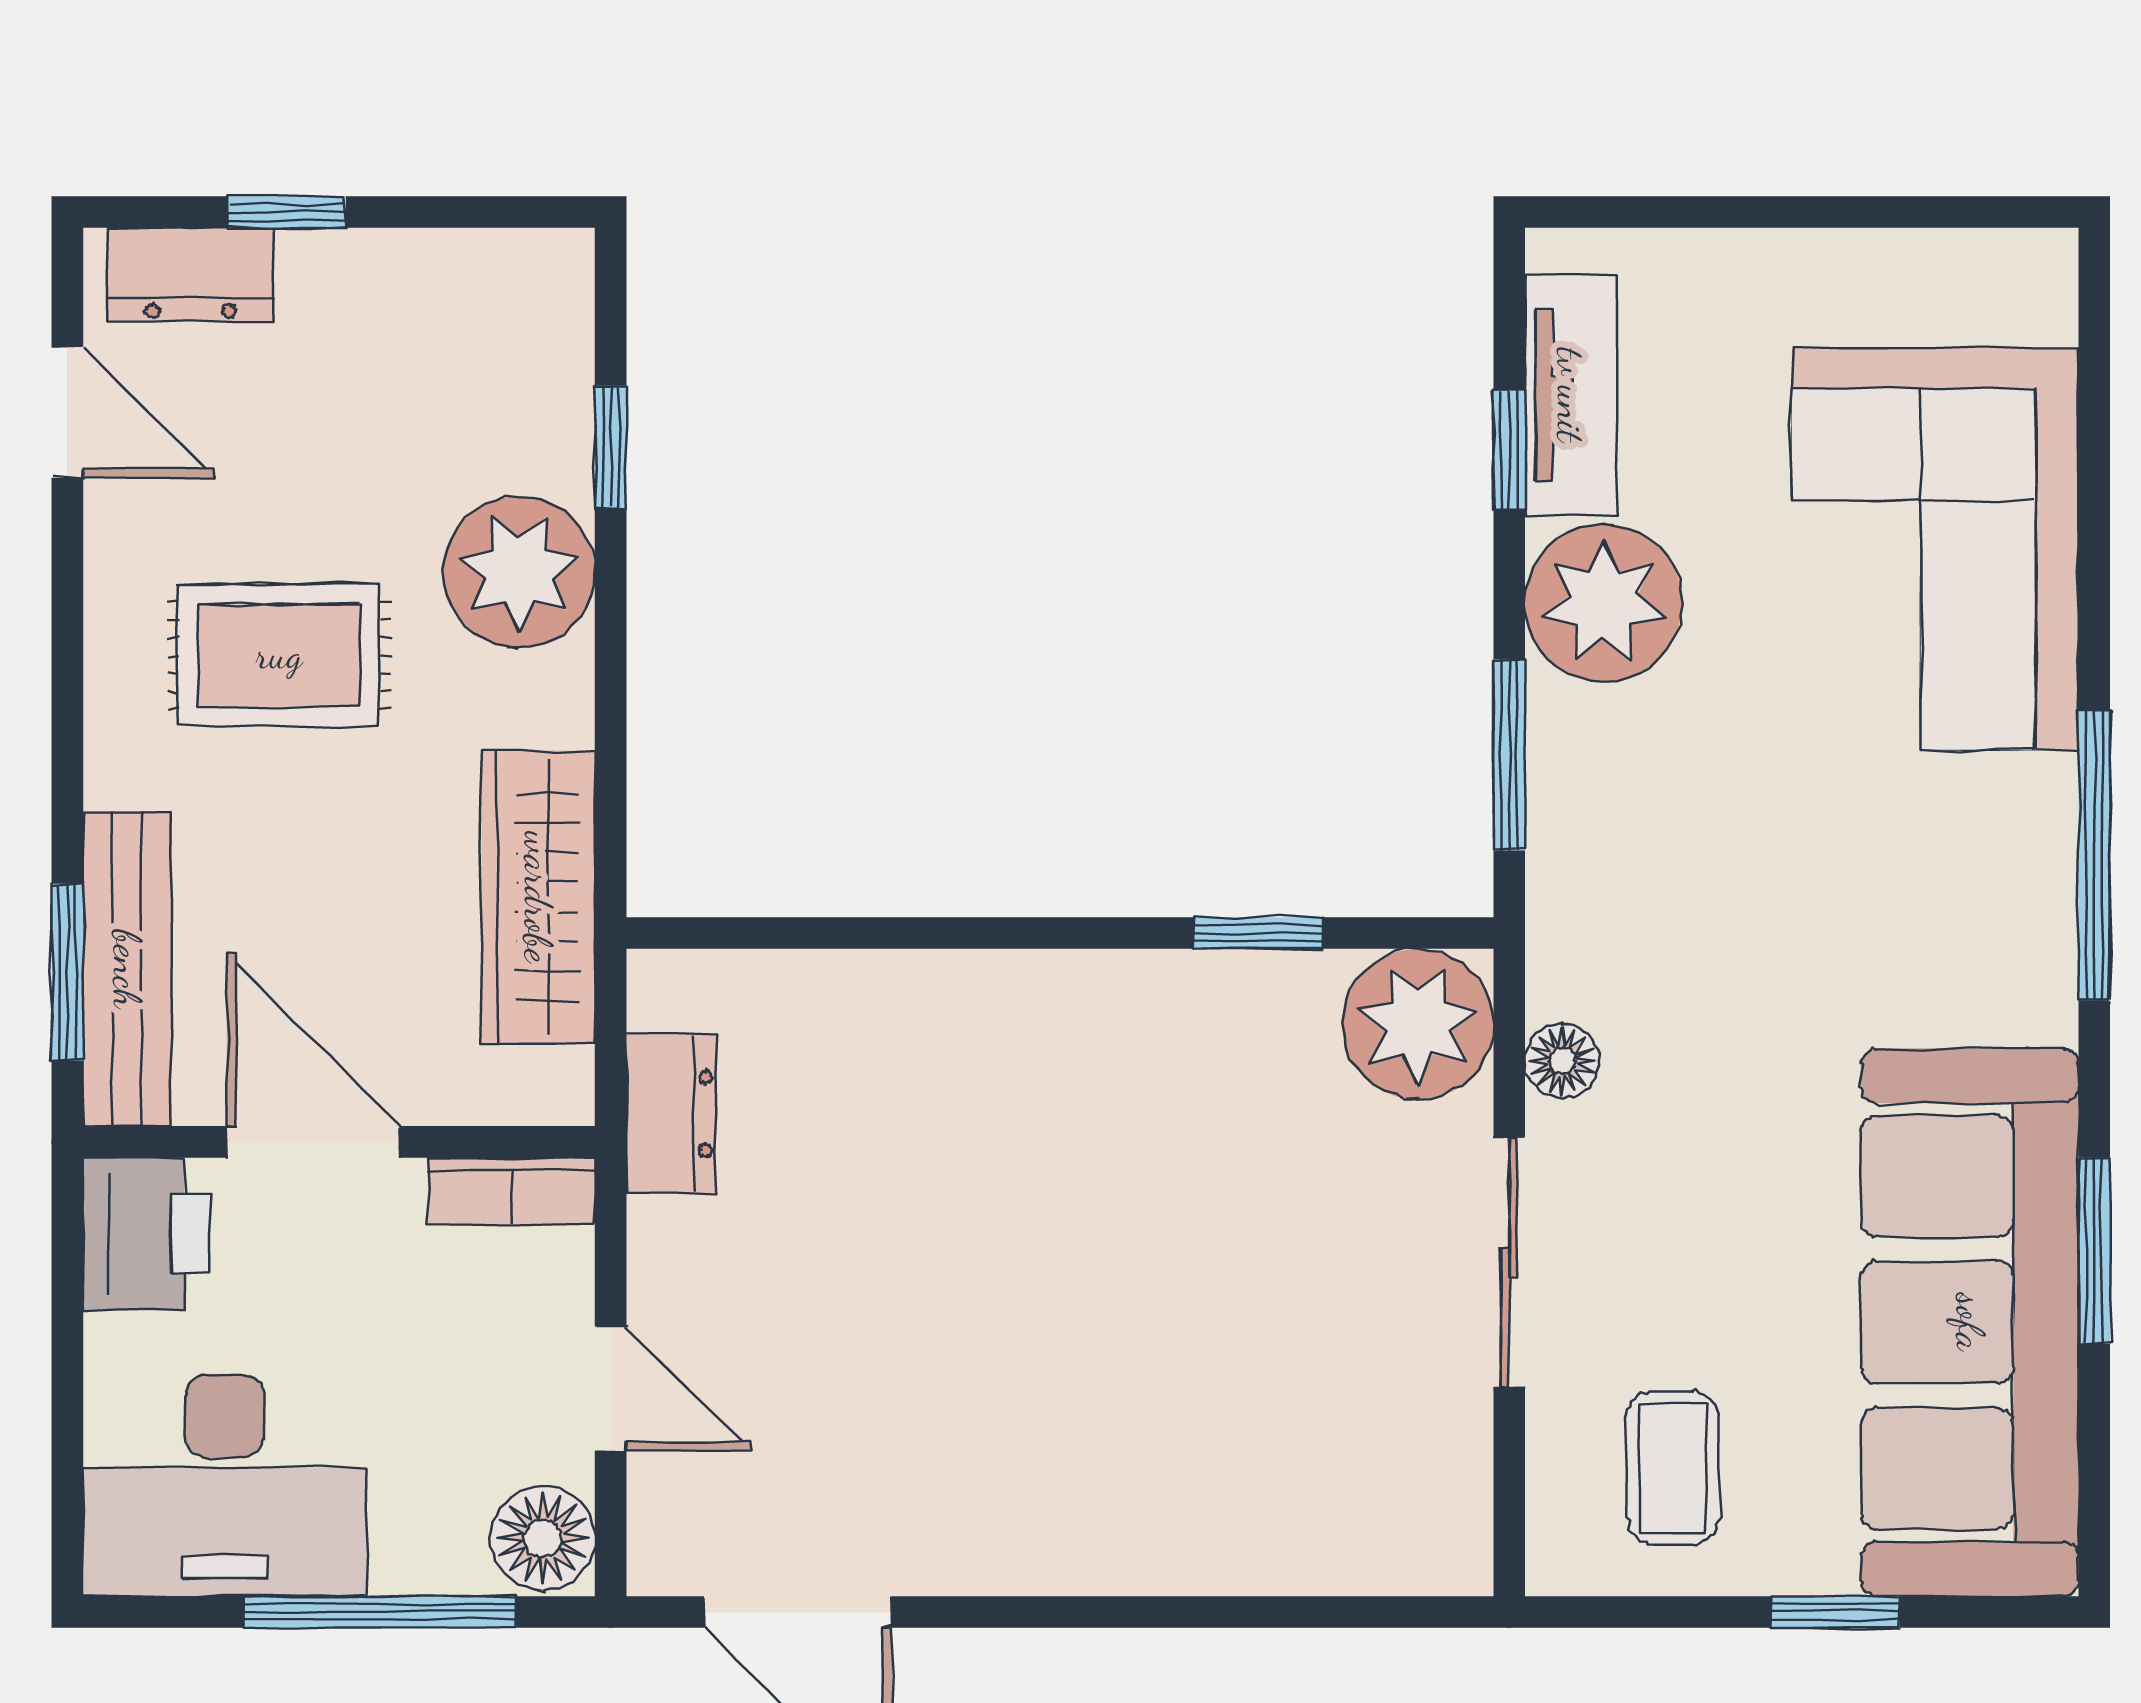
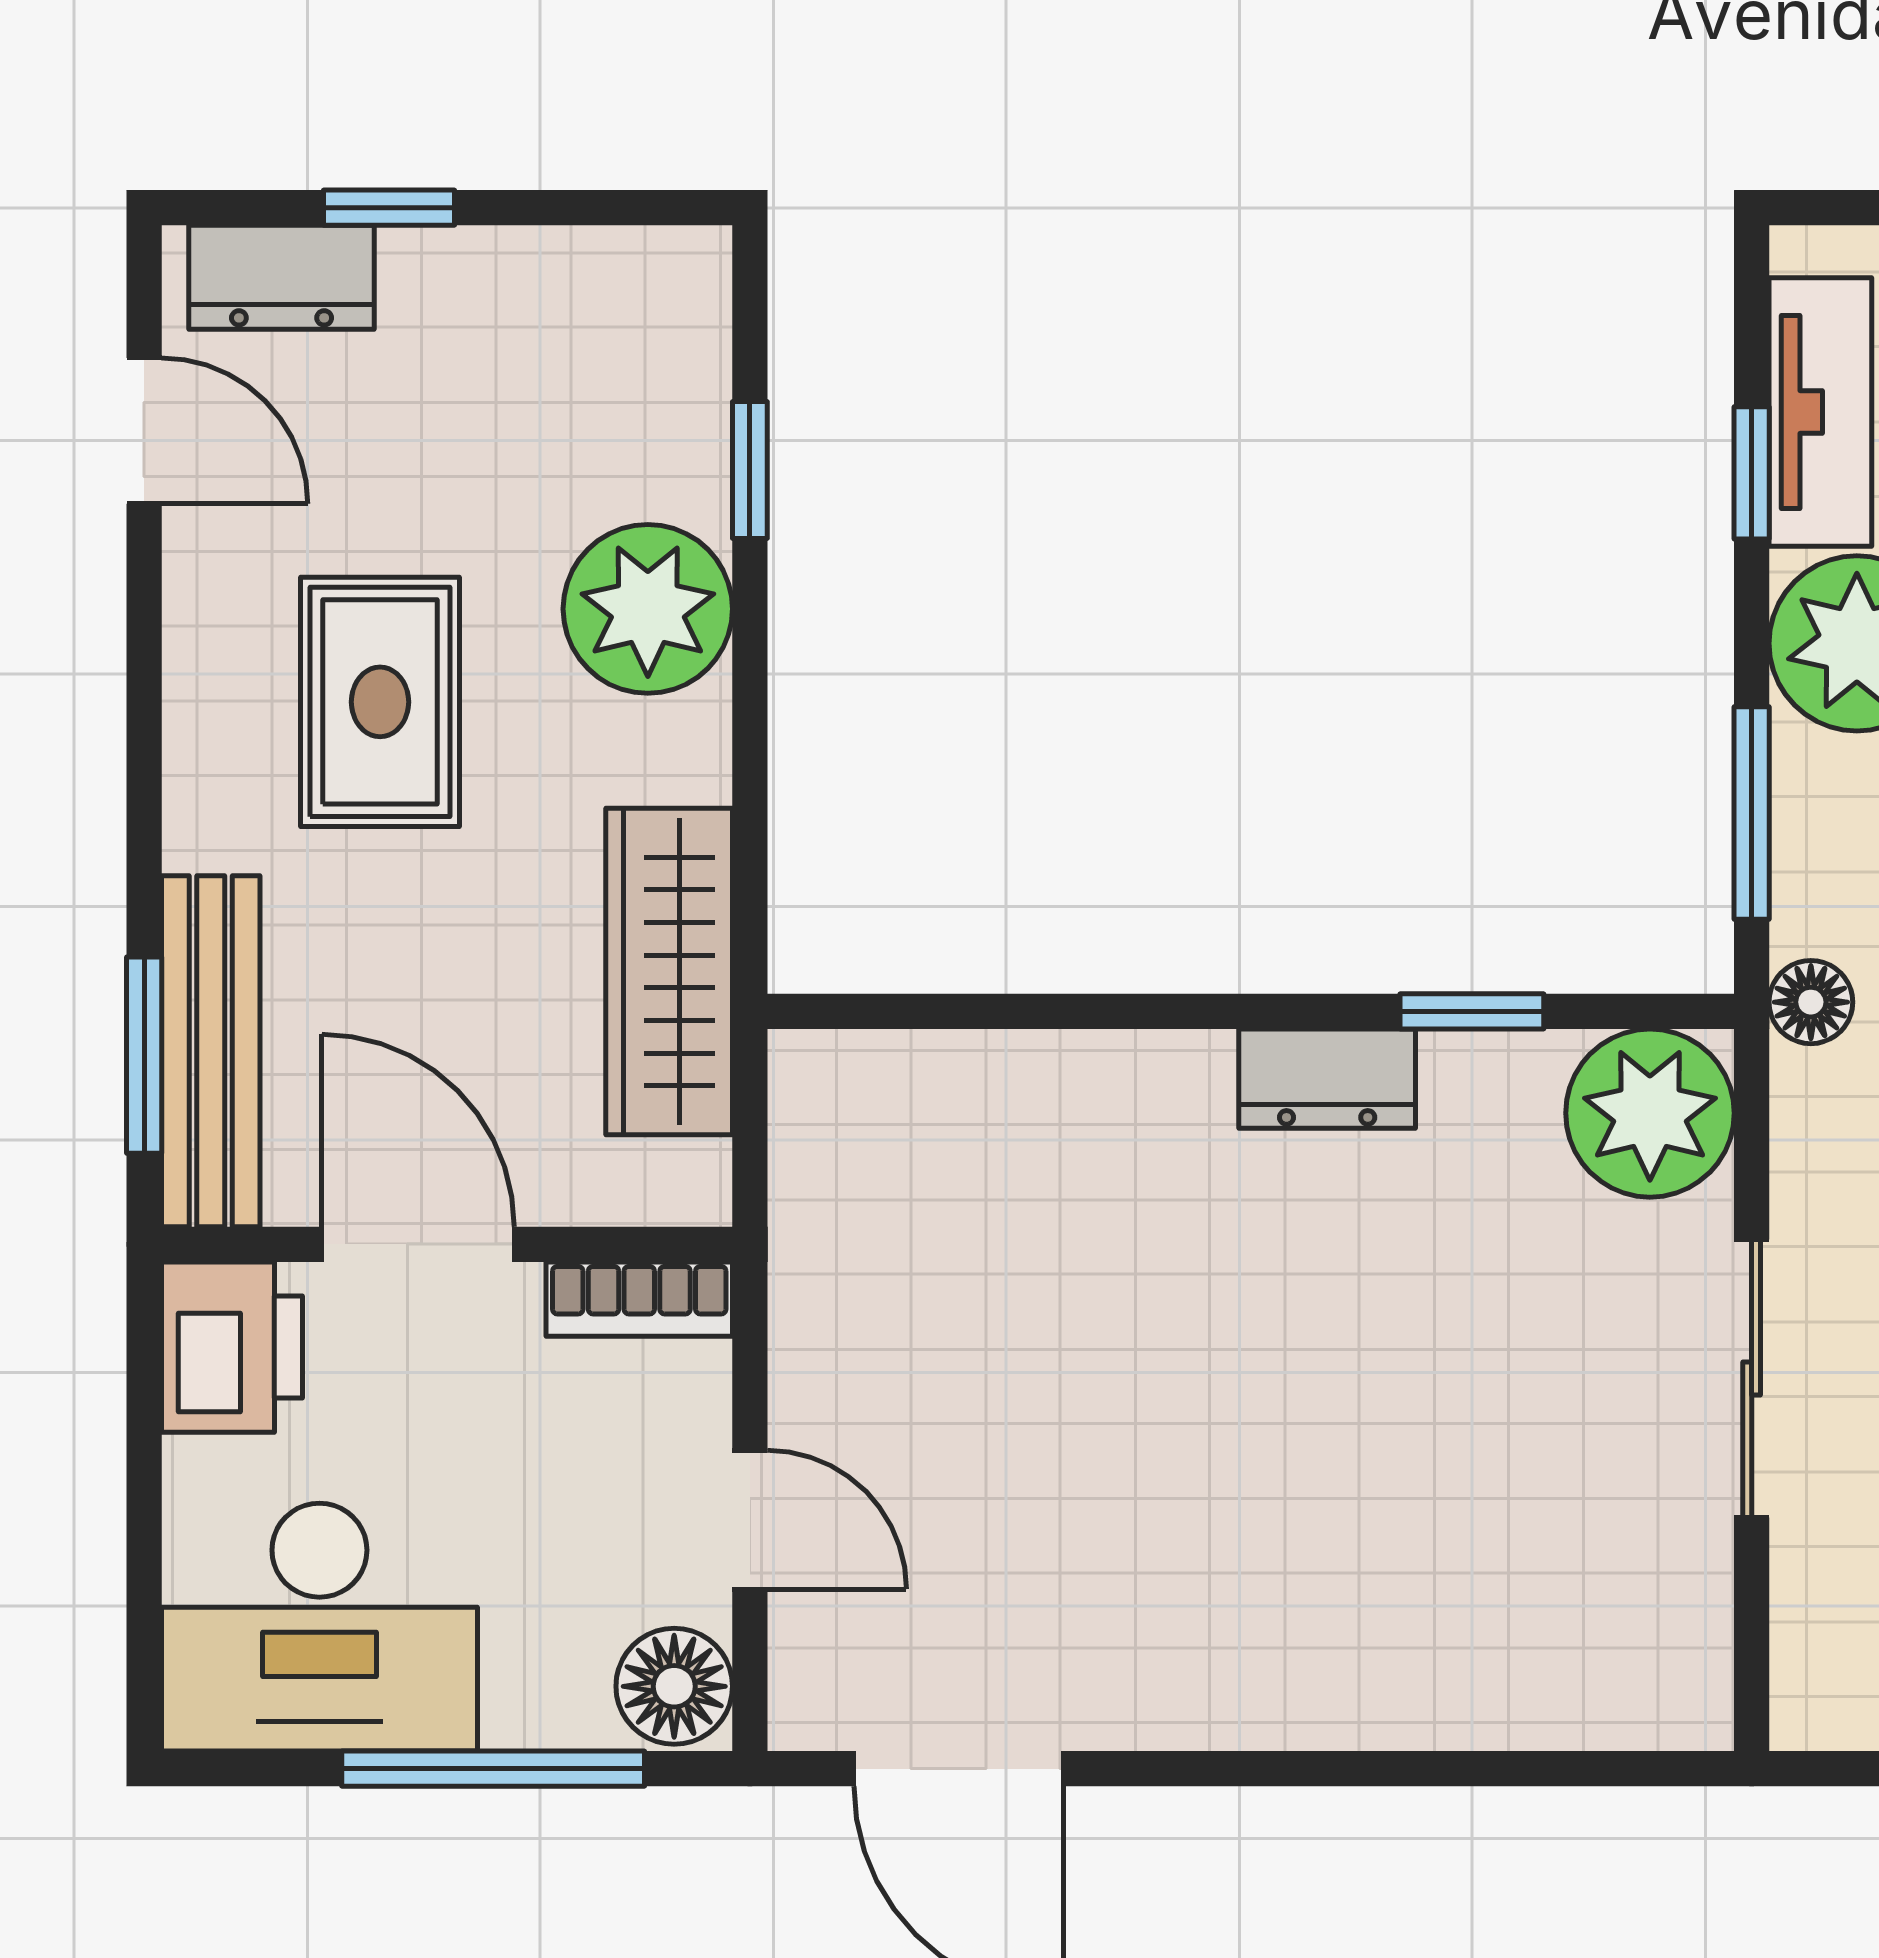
rug: (279, 655) -> (380, 702), turned 90
floor lamp: (1562, 1061) -> (1811, 1002), moved
dresser: (671, 1114) -> (1327, 1079), moved, turned 90

